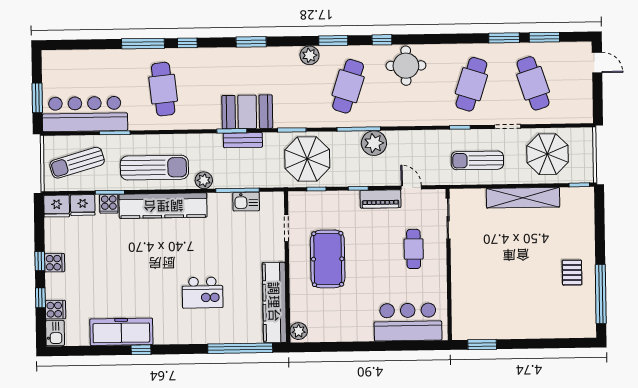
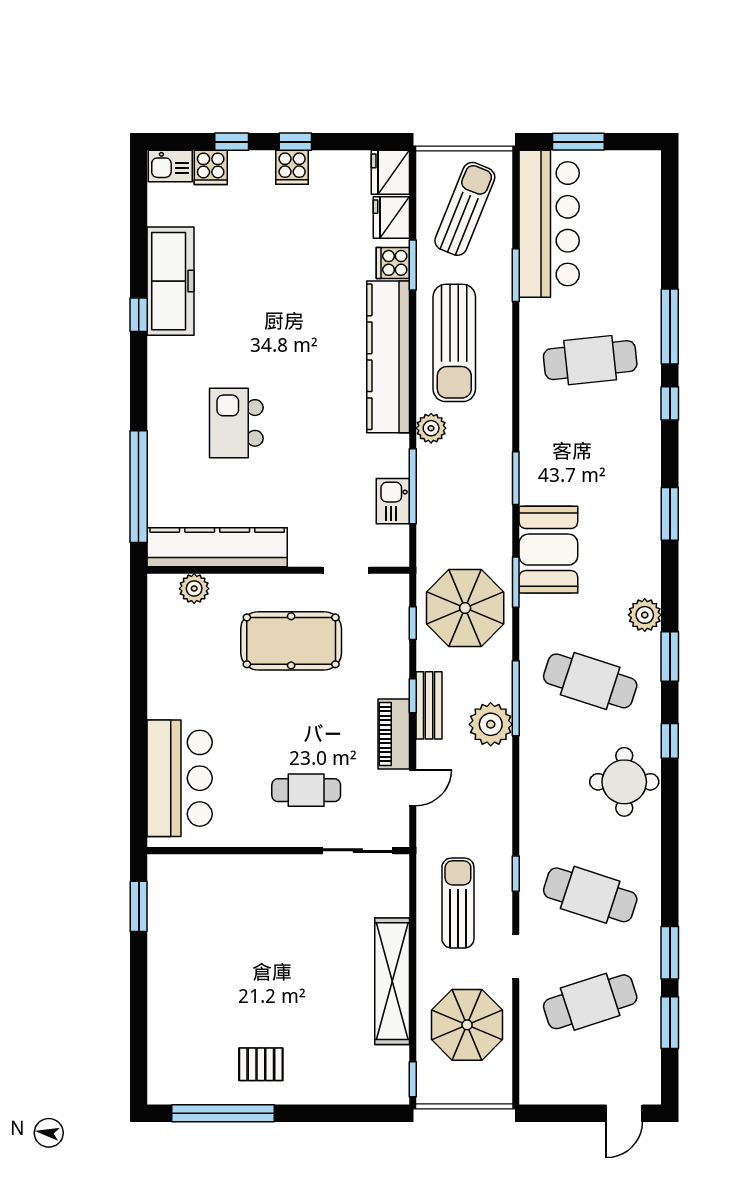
booth: (247, 112) -> (548, 550), moved
bench: (243, 140) -> (429, 705), moved
sun lounger: (77, 163) -> (465, 209), turned 38
plant: (299, 331) -> (194, 589), moved

